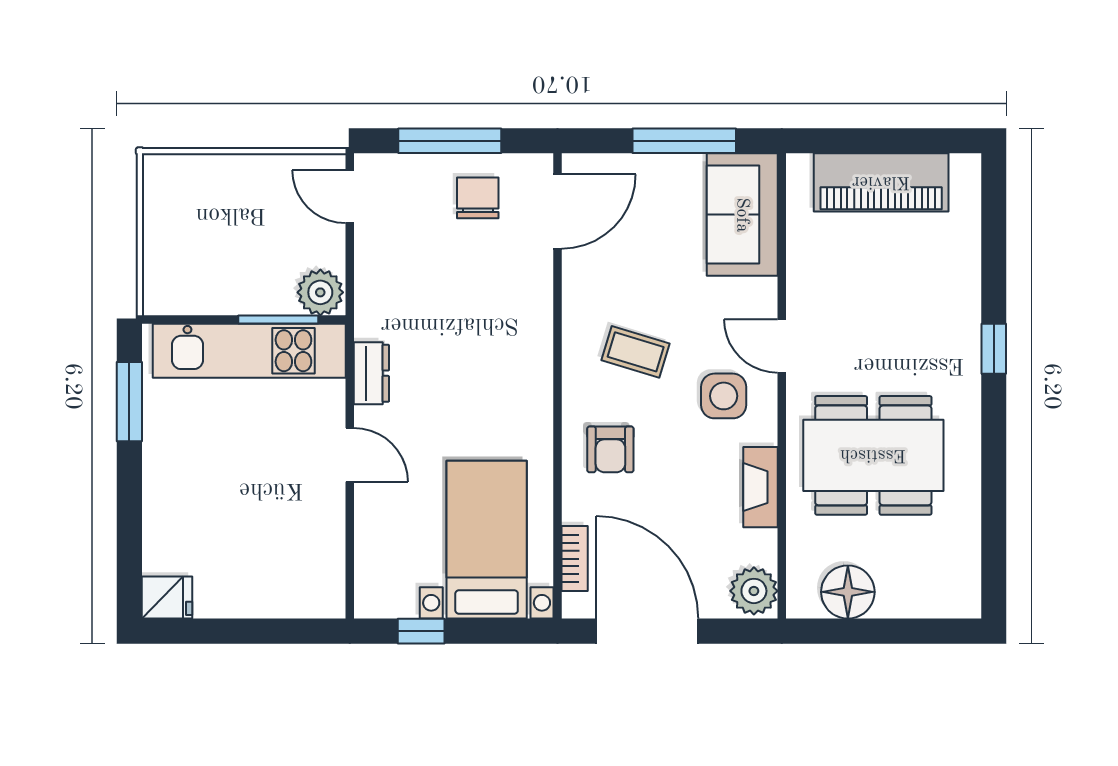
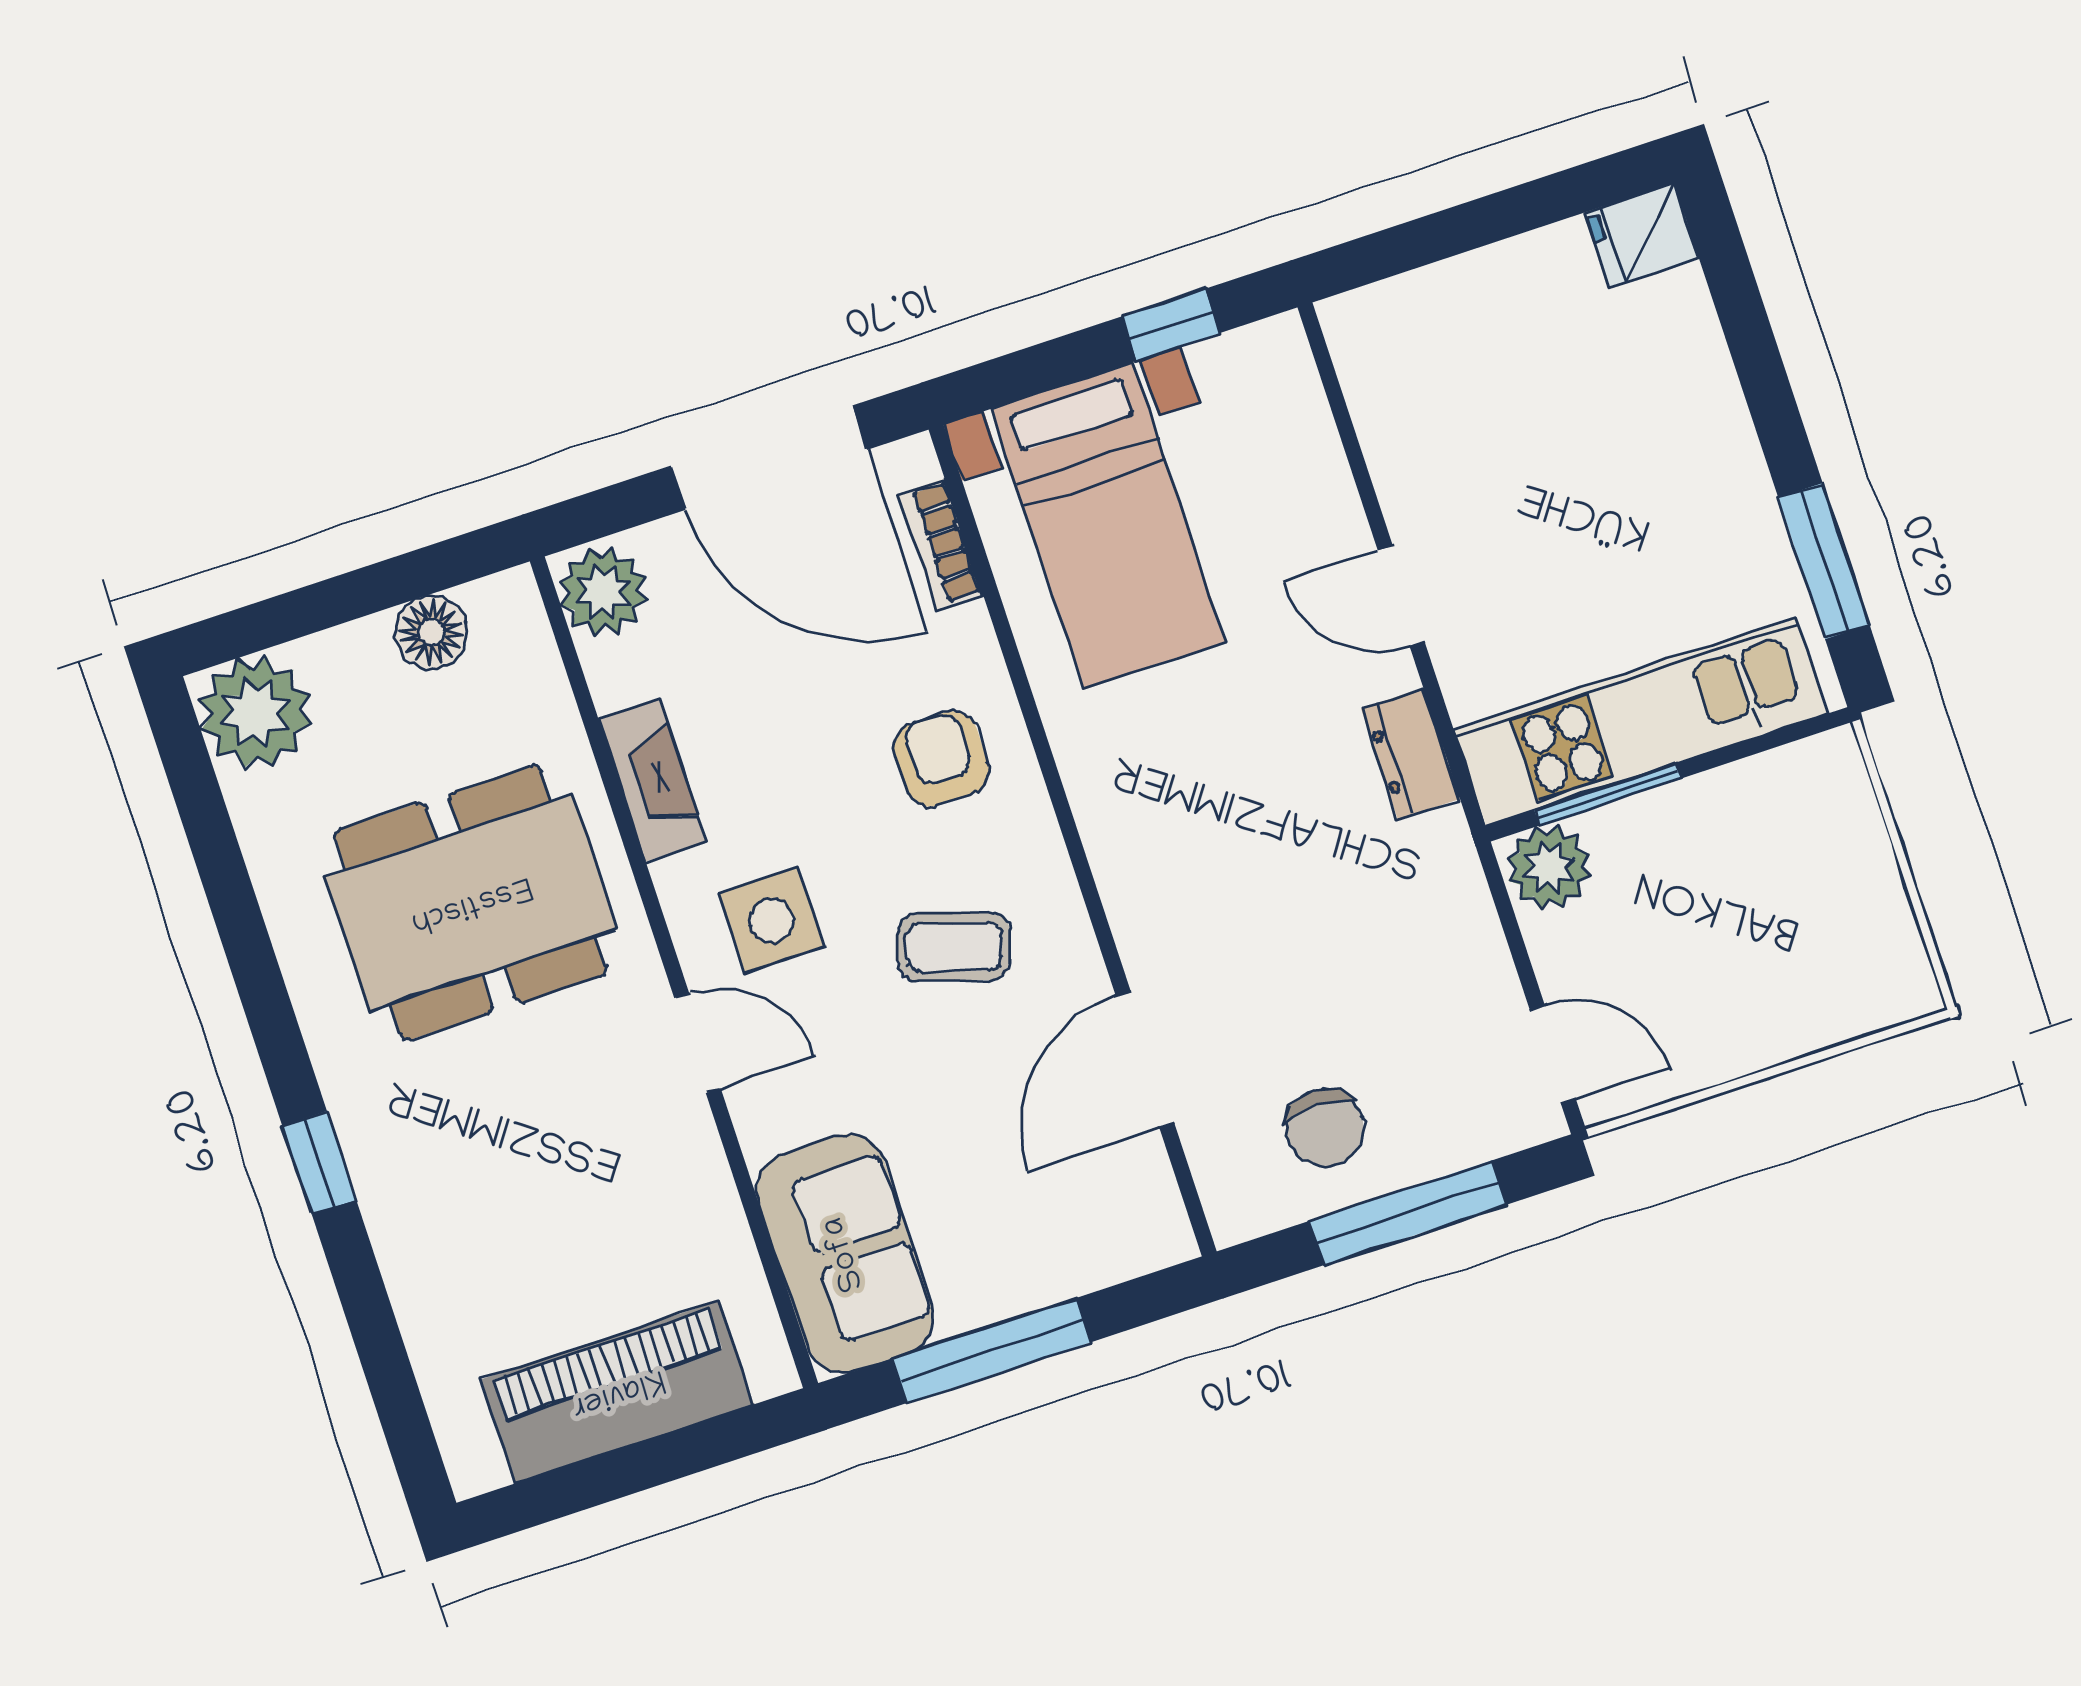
door: (557, 212) -> (1145, 1059), moved
plant: (951, 588) -> (255, 712), added
floor lamp: (848, 592) -> (431, 632), width x0.73, depth x0.73

